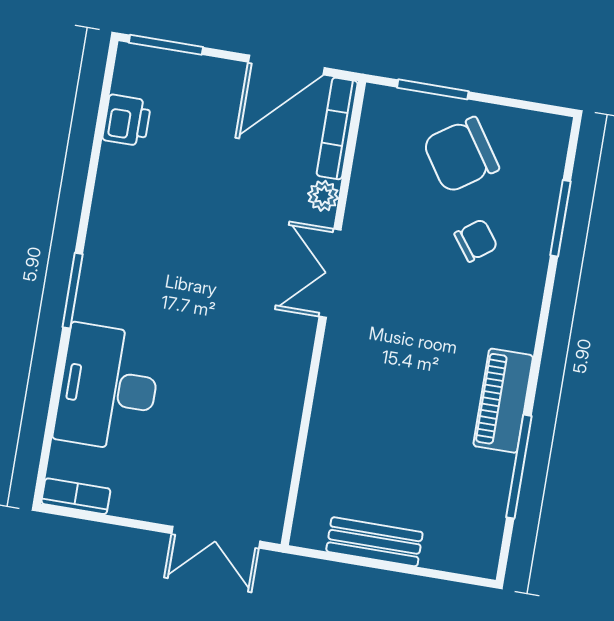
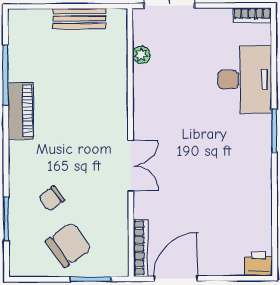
window: (166, 45) -> (245, 278), removed
printer: (127, 120) -> (258, 264), moved, turned 90
plant: (323, 196) -> (141, 55), moved

